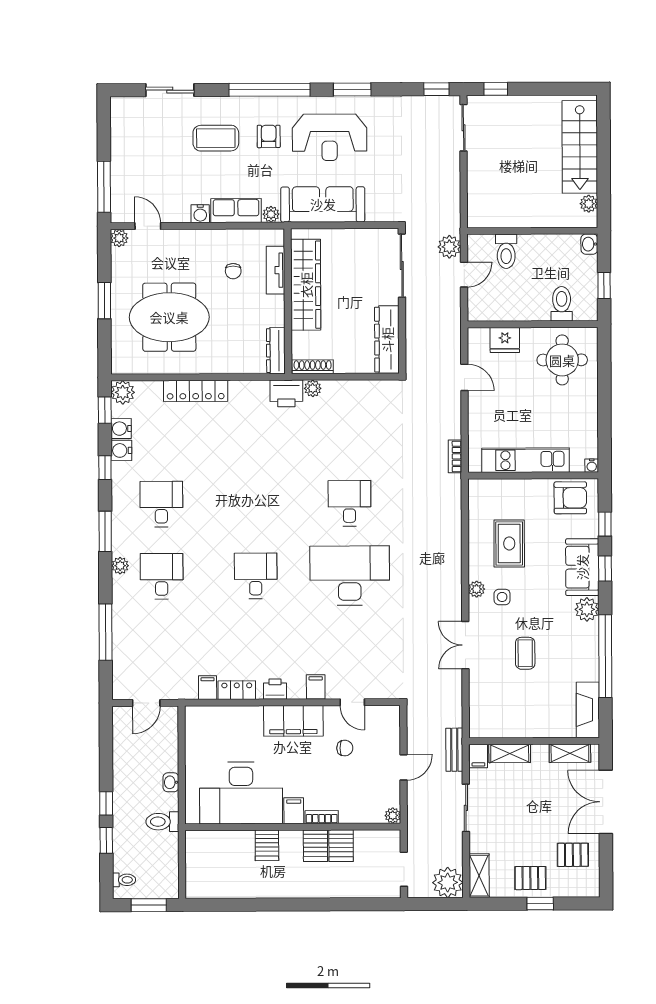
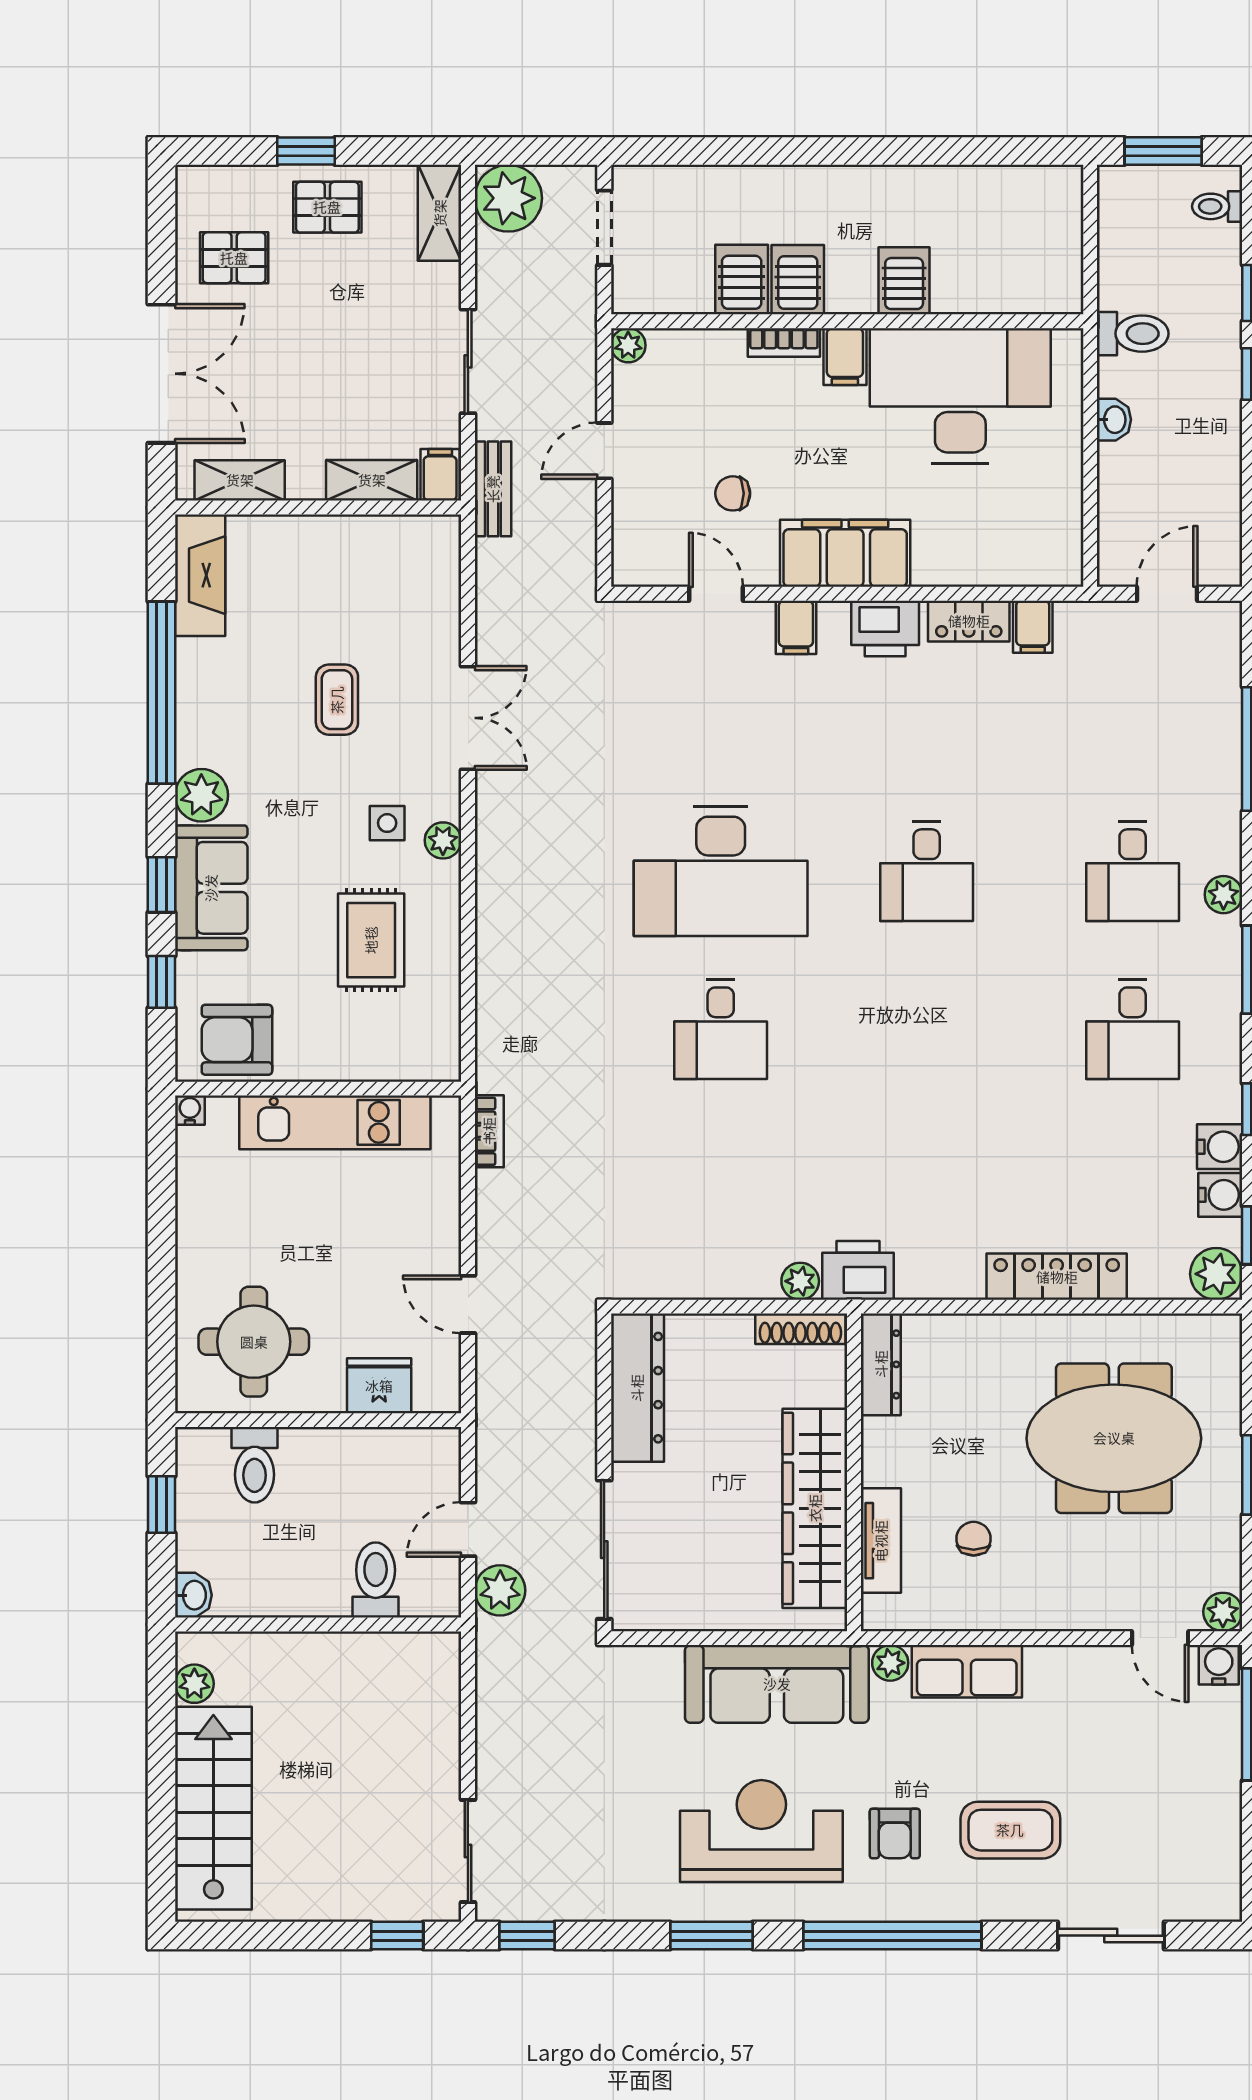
water cooler: (200, 214) -> (1219, 1665), moved
printer: (275, 689) -> (885, 628), width x1.36, depth x1.24

